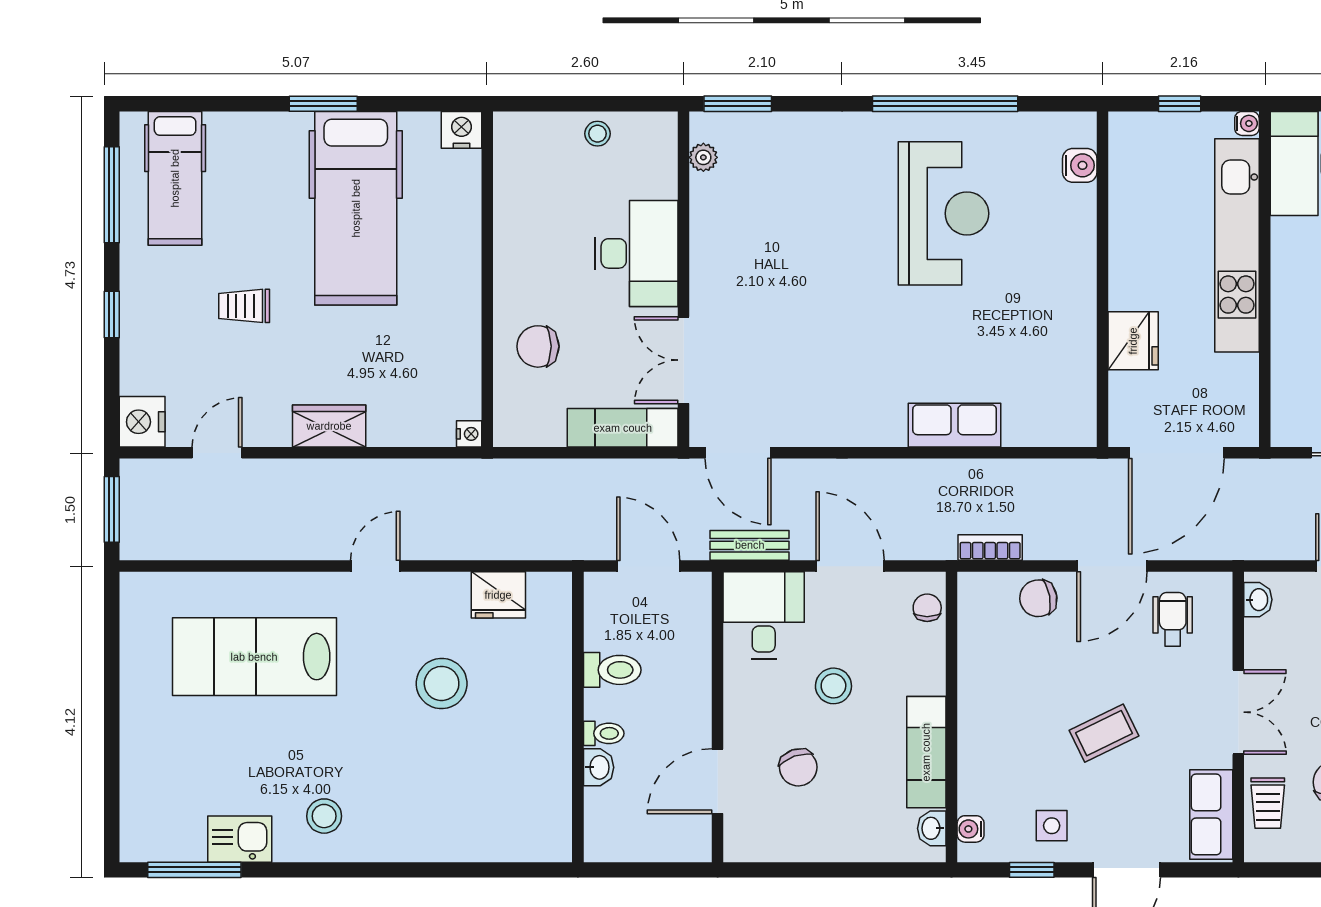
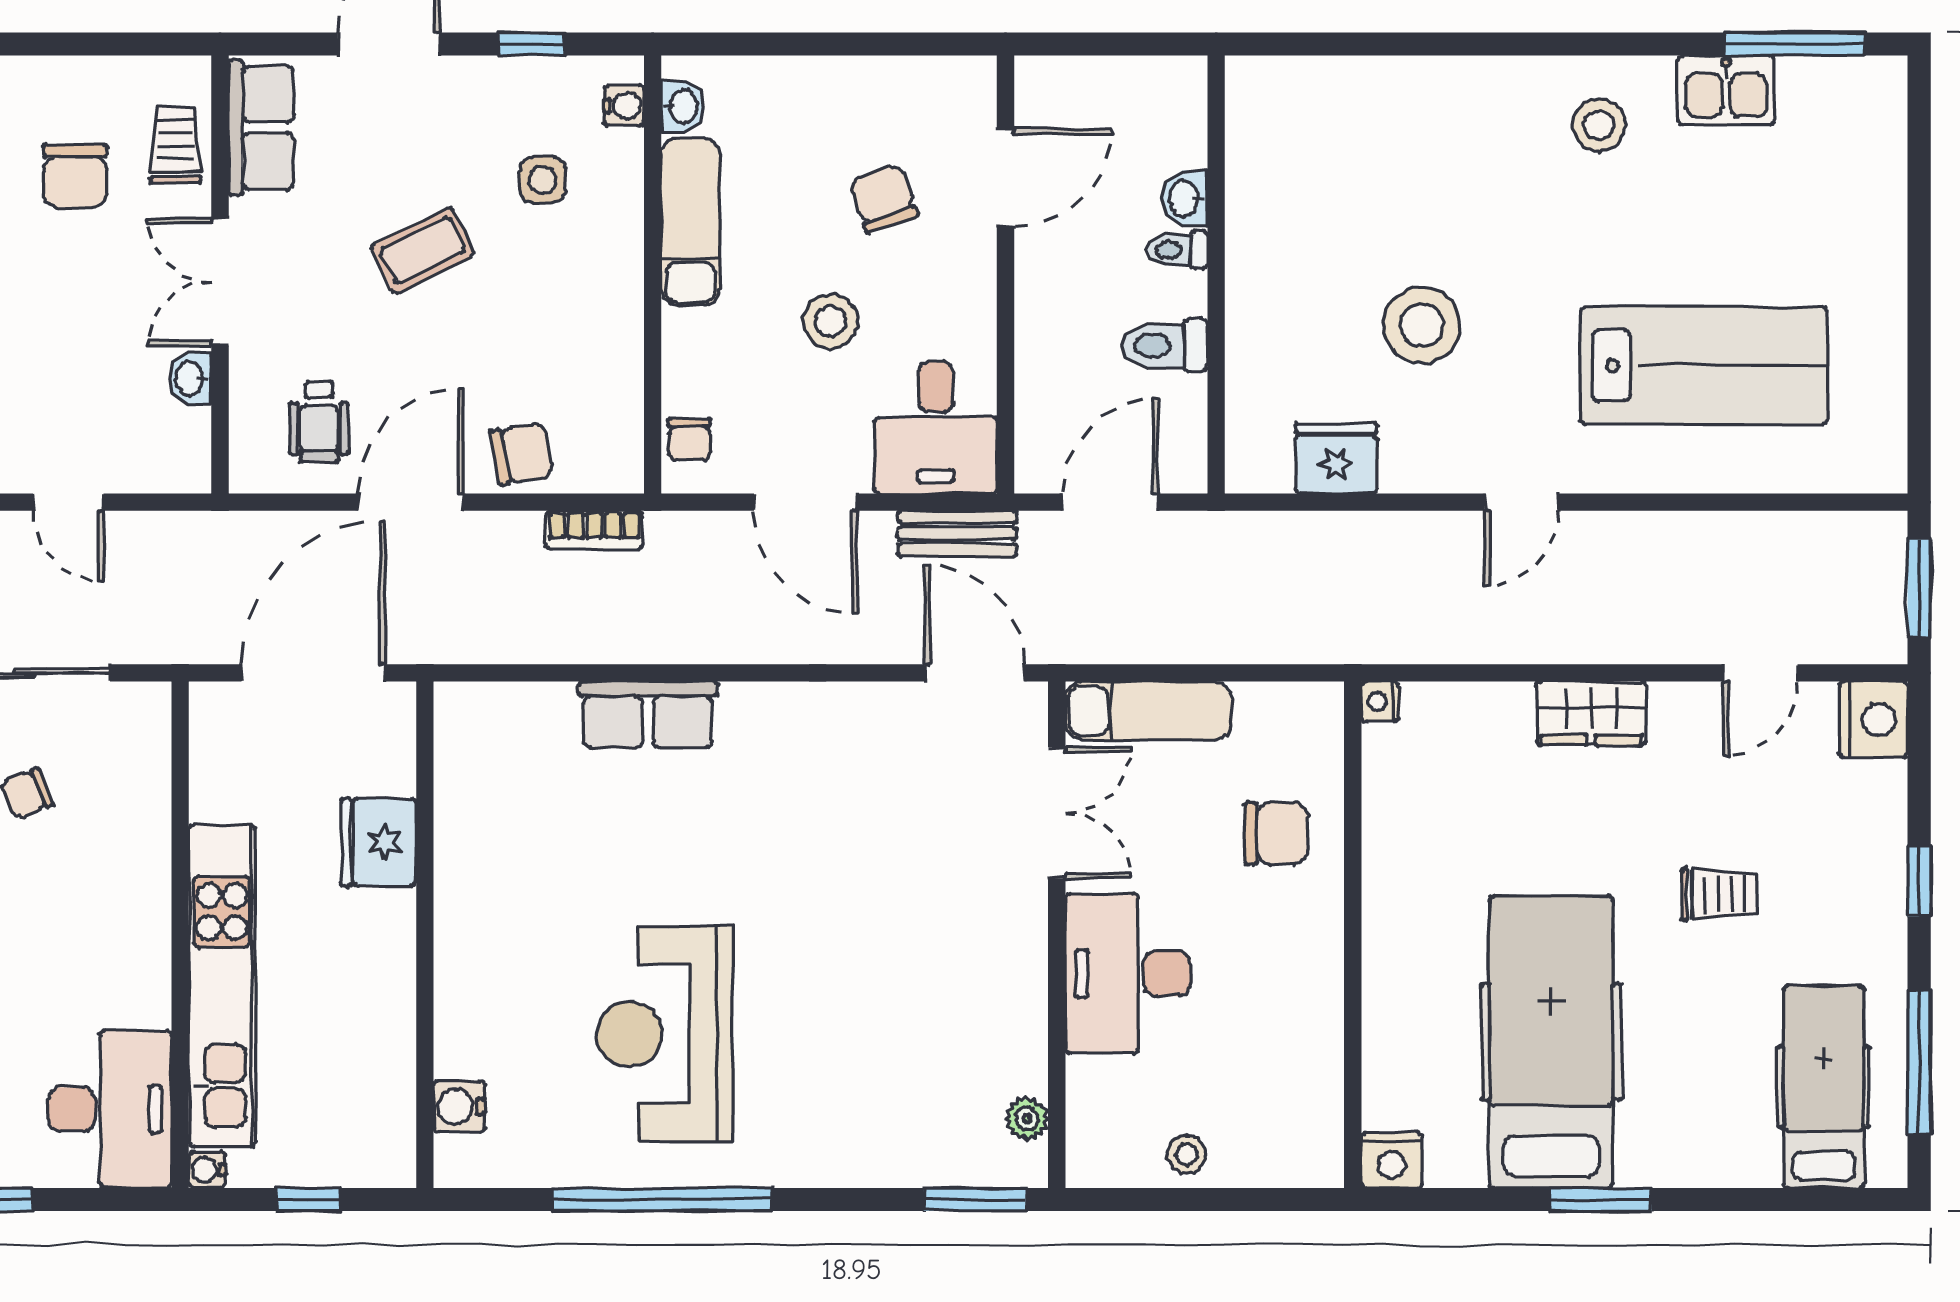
door: (648, 566) -> (1110, 502), swing flipped
washbasin: (1258, 600) -> (190, 378), moved
side table: (1052, 826) -> (543, 180), moved

